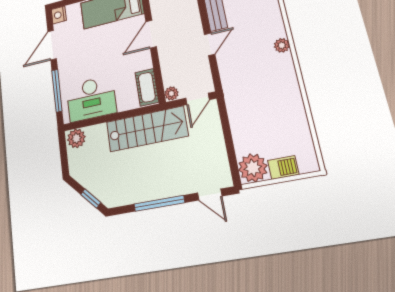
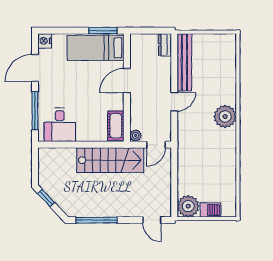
plant: (282, 45) -> (225, 116), width x1.88, depth x1.88
desk: (91, 99) -> (60, 125), width x0.73
plant: (76, 138) -> (48, 156), removed
window: (91, 199) -> (46, 198), moved
window: (159, 203) -> (96, 220), moved

